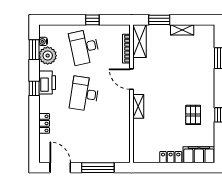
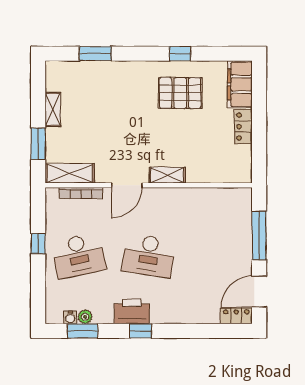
plant: (48, 56) -> (85, 317), width x0.53, depth x0.53
pallet: (193, 115) -> (180, 93), width x1.50, depth x1.42
locker: (44, 123) -> (236, 316), moved

